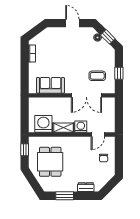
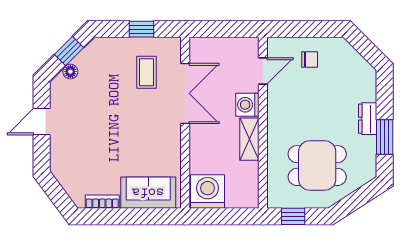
sofa: (50, 85) -> (148, 193), moved, turned 90
washing machine: (43, 124) -> (208, 191), moved, turned 90
door: (98, 135) -> (263, 71), hinge flipped
dresser: (86, 187) -> (368, 119), moved

